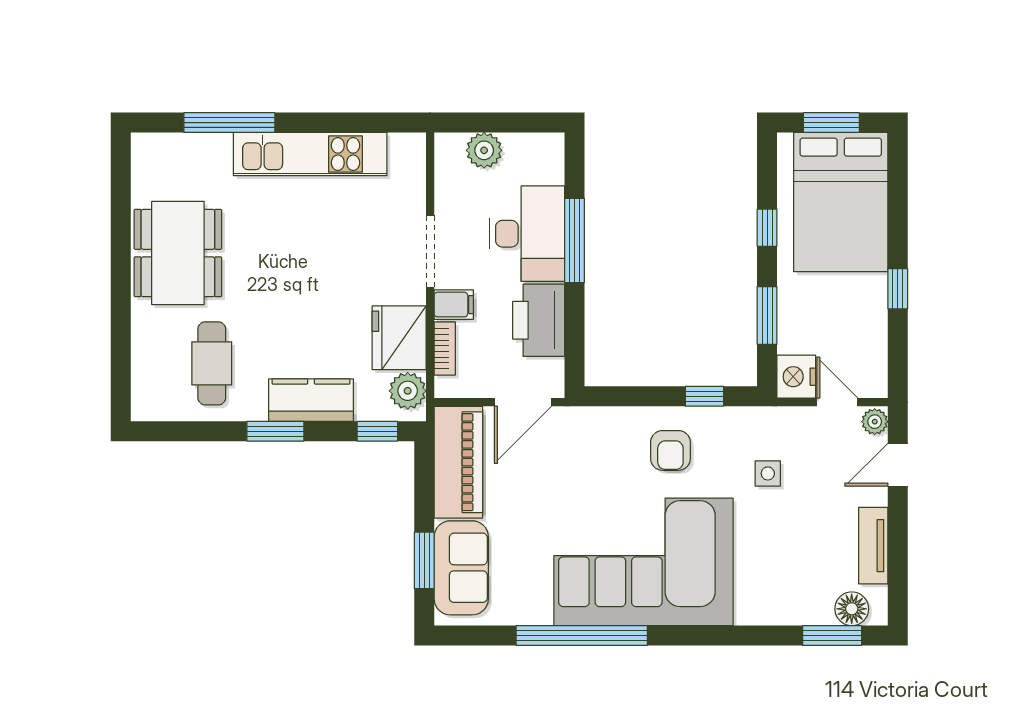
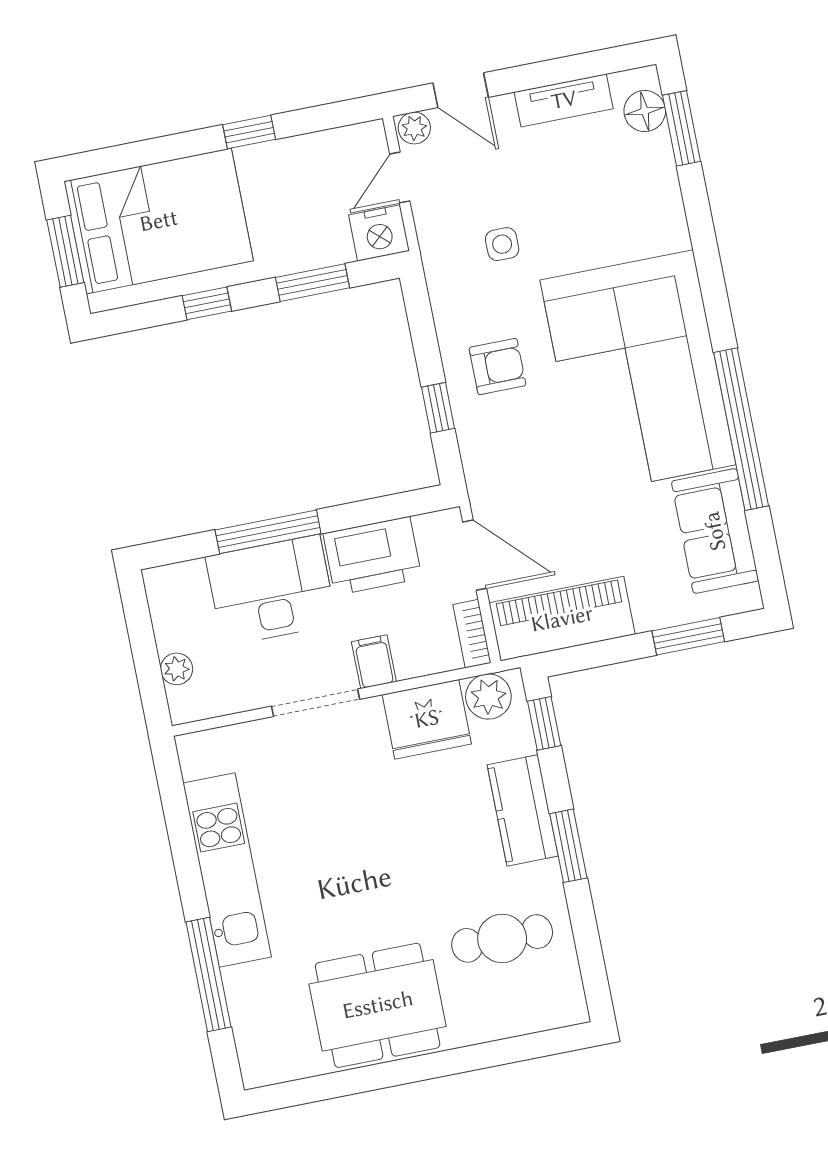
plant: (484, 150) -> (177, 669), width x0.73, depth x0.73
bookcase: (445, 349) -> (472, 634), moved, turned -90
window: (704, 396) -> (438, 408), moved
sofa: (461, 568) -> (715, 531), moved, turned -90

